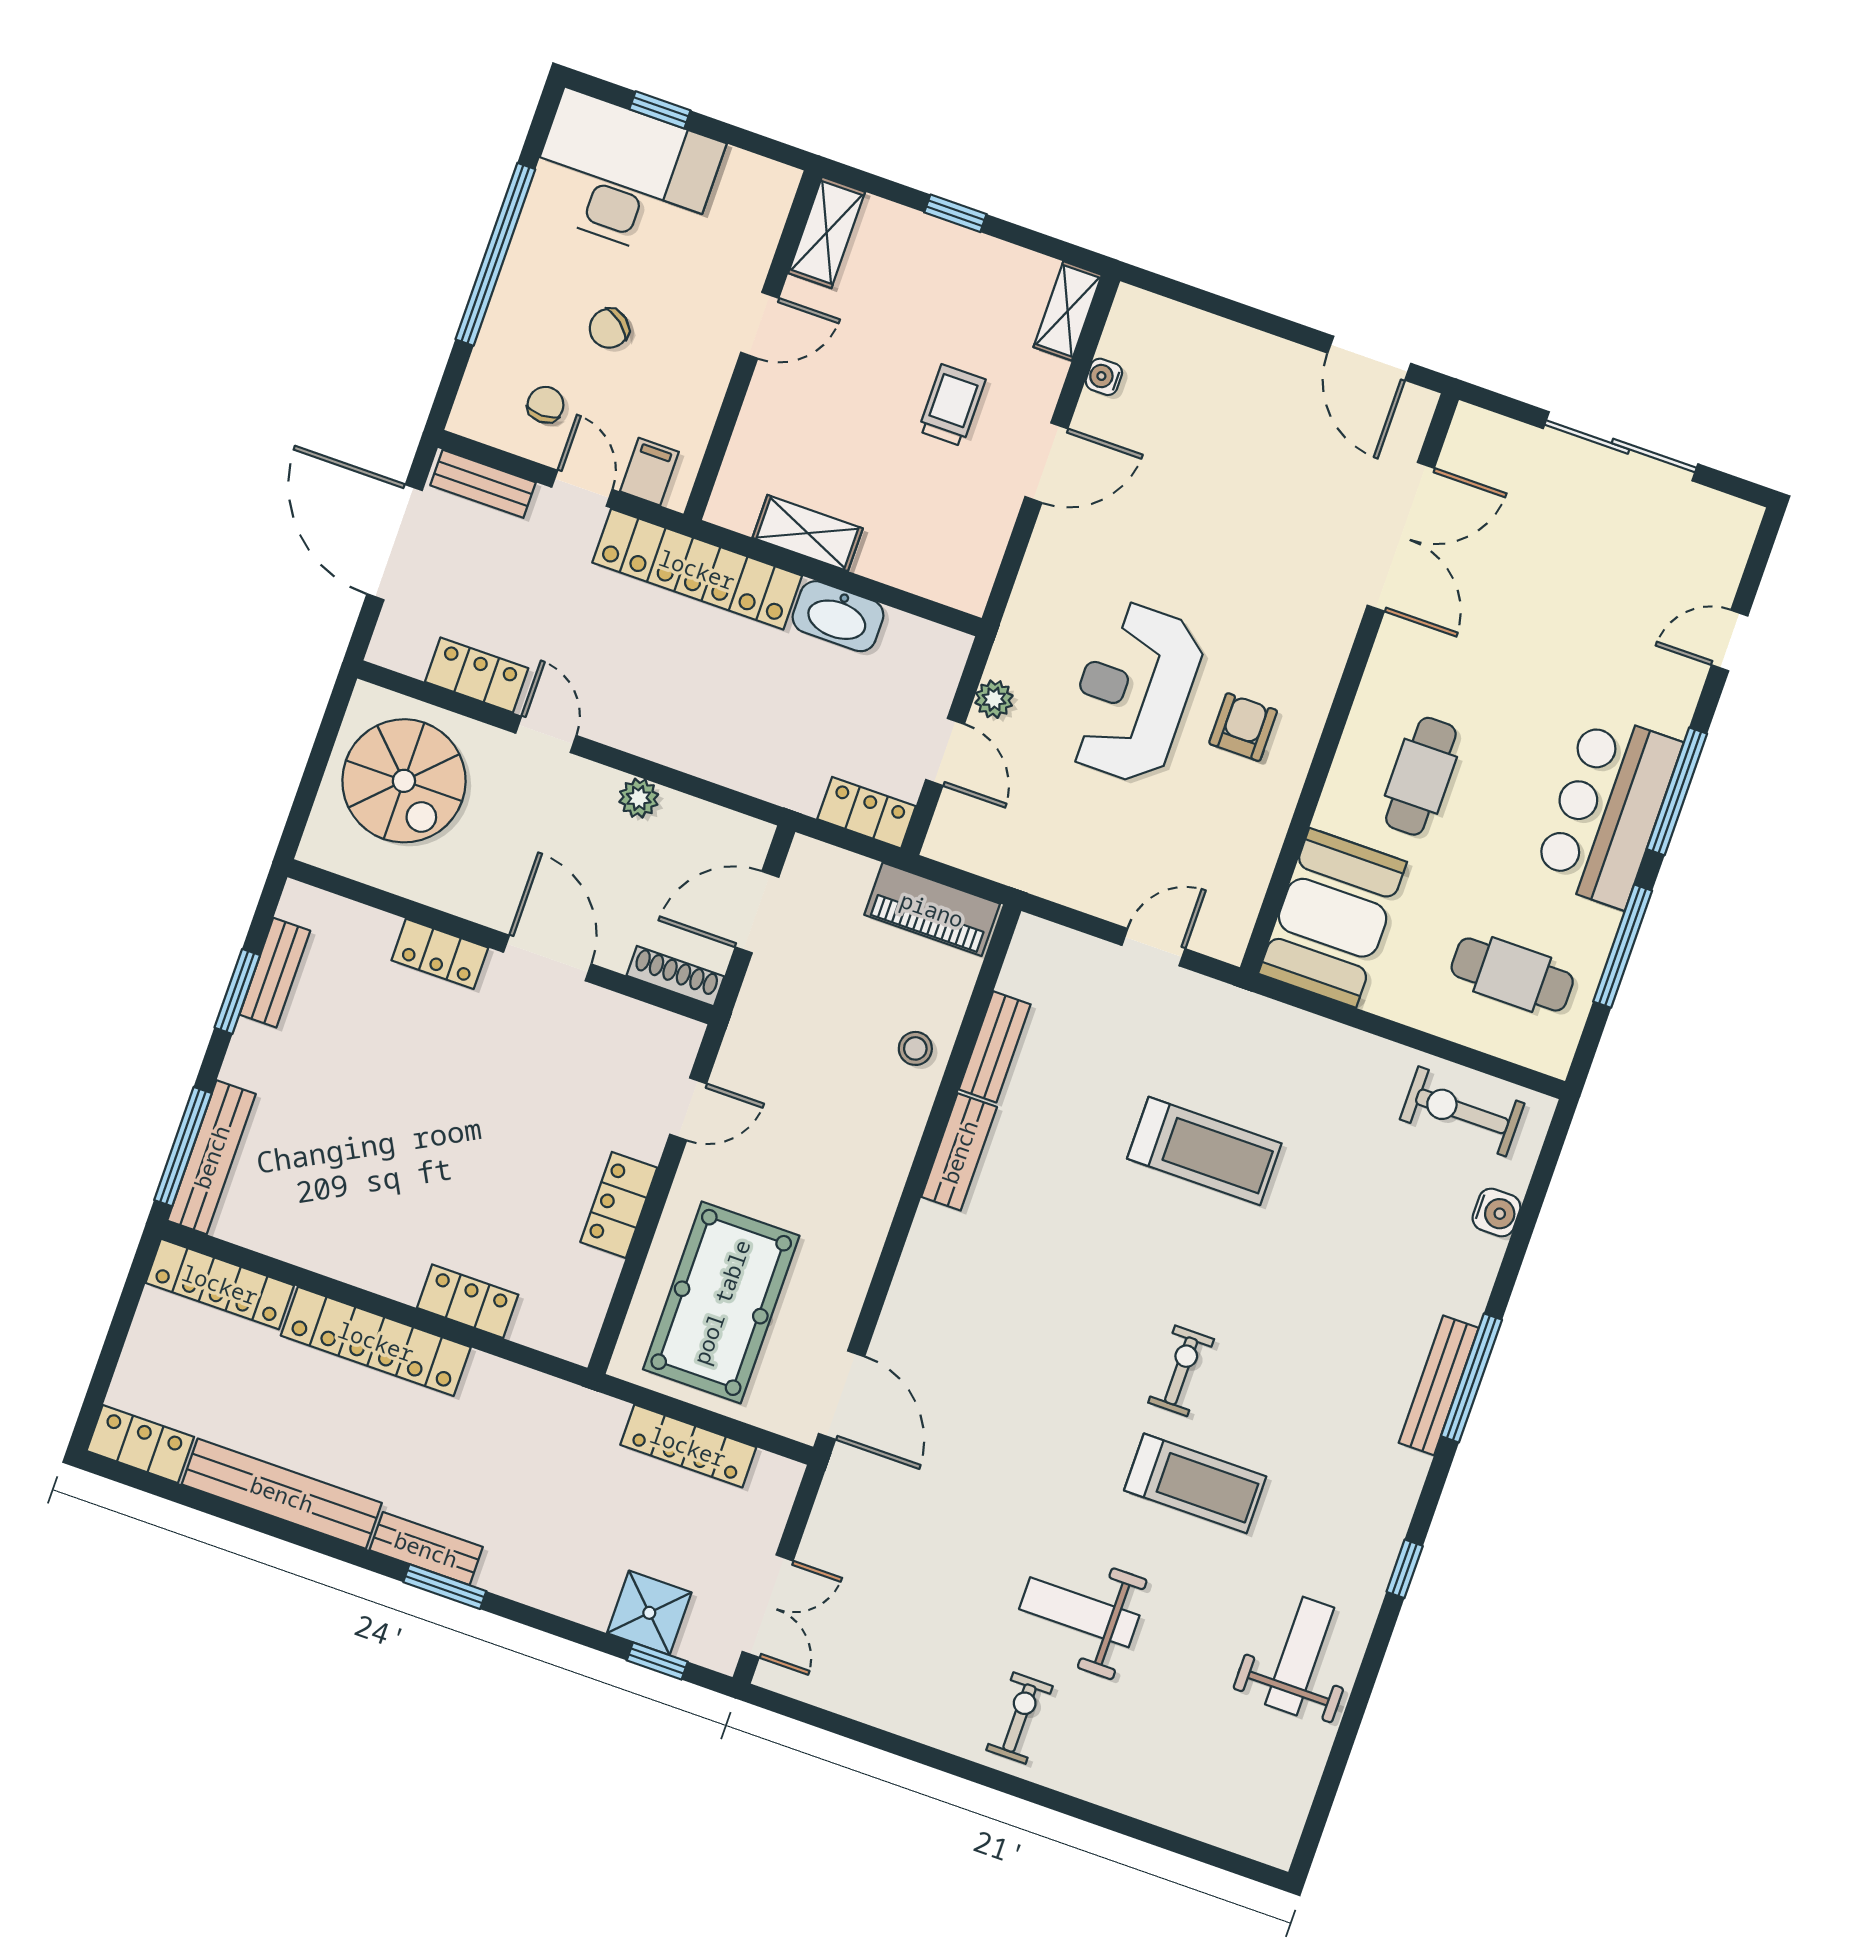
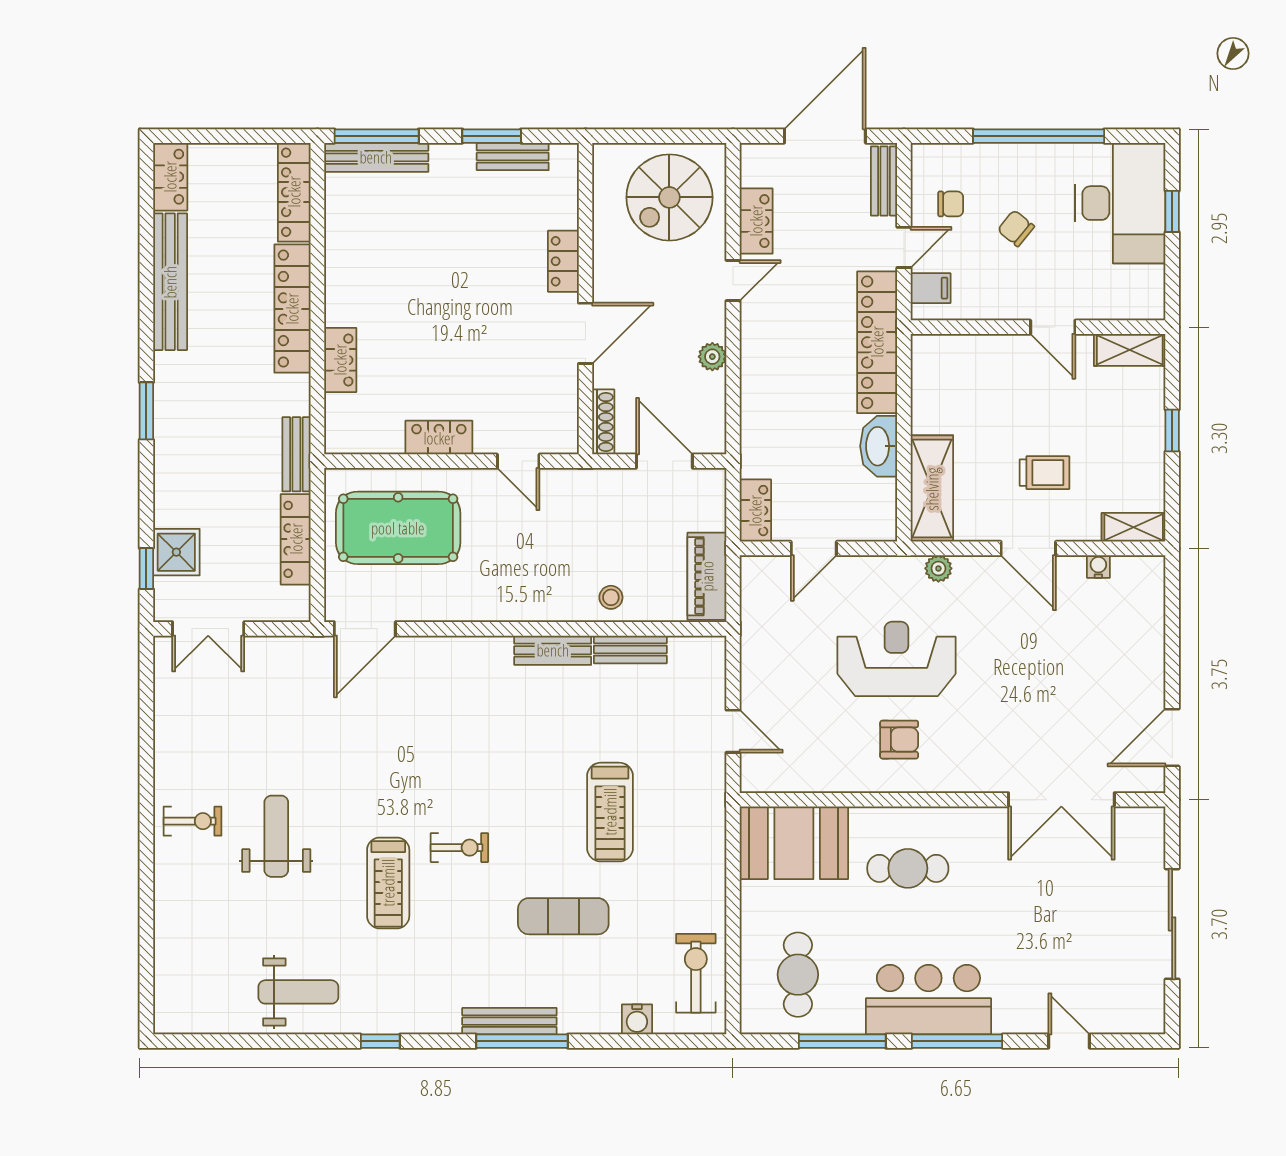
shelving: (808, 533) -> (932, 489), moved, width x1.50, depth x1.33
plant: (994, 699) -> (938, 568), moved
exercise mat: (1323, 1263) -> (563, 916), added
bench: (426, 1549) -> (296, 454), moved

